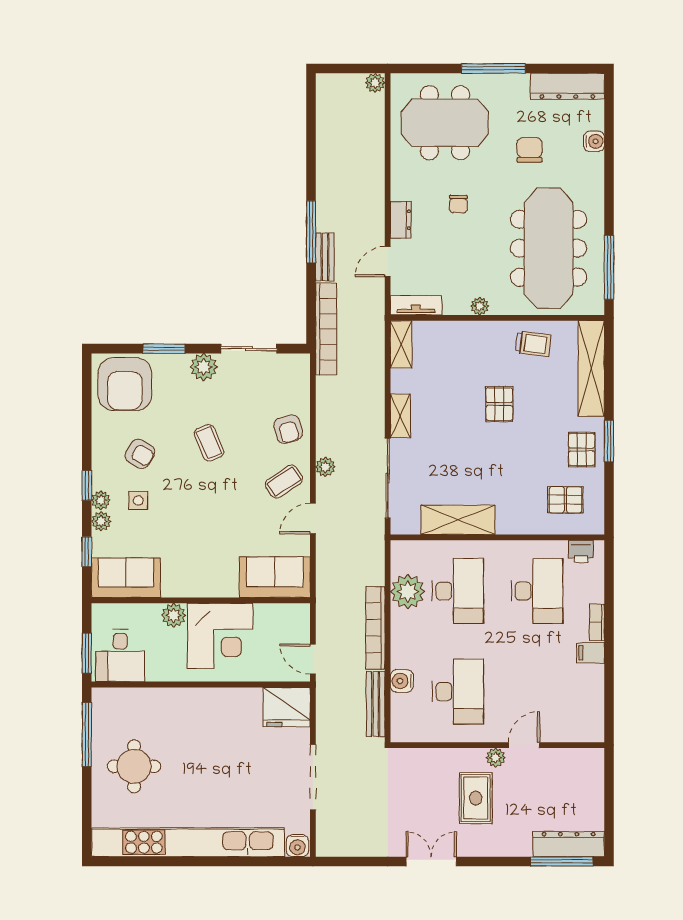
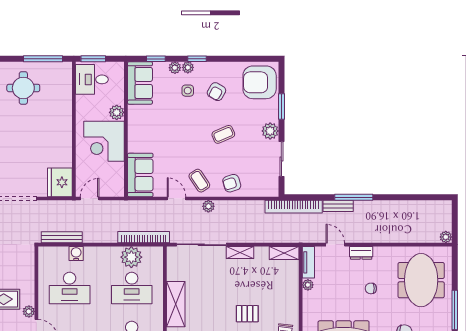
plant: (480, 306) -> (308, 285), moved
shelving: (458, 520) -> (176, 304), moved
bookcase: (375, 628) -> (144, 237), moved

